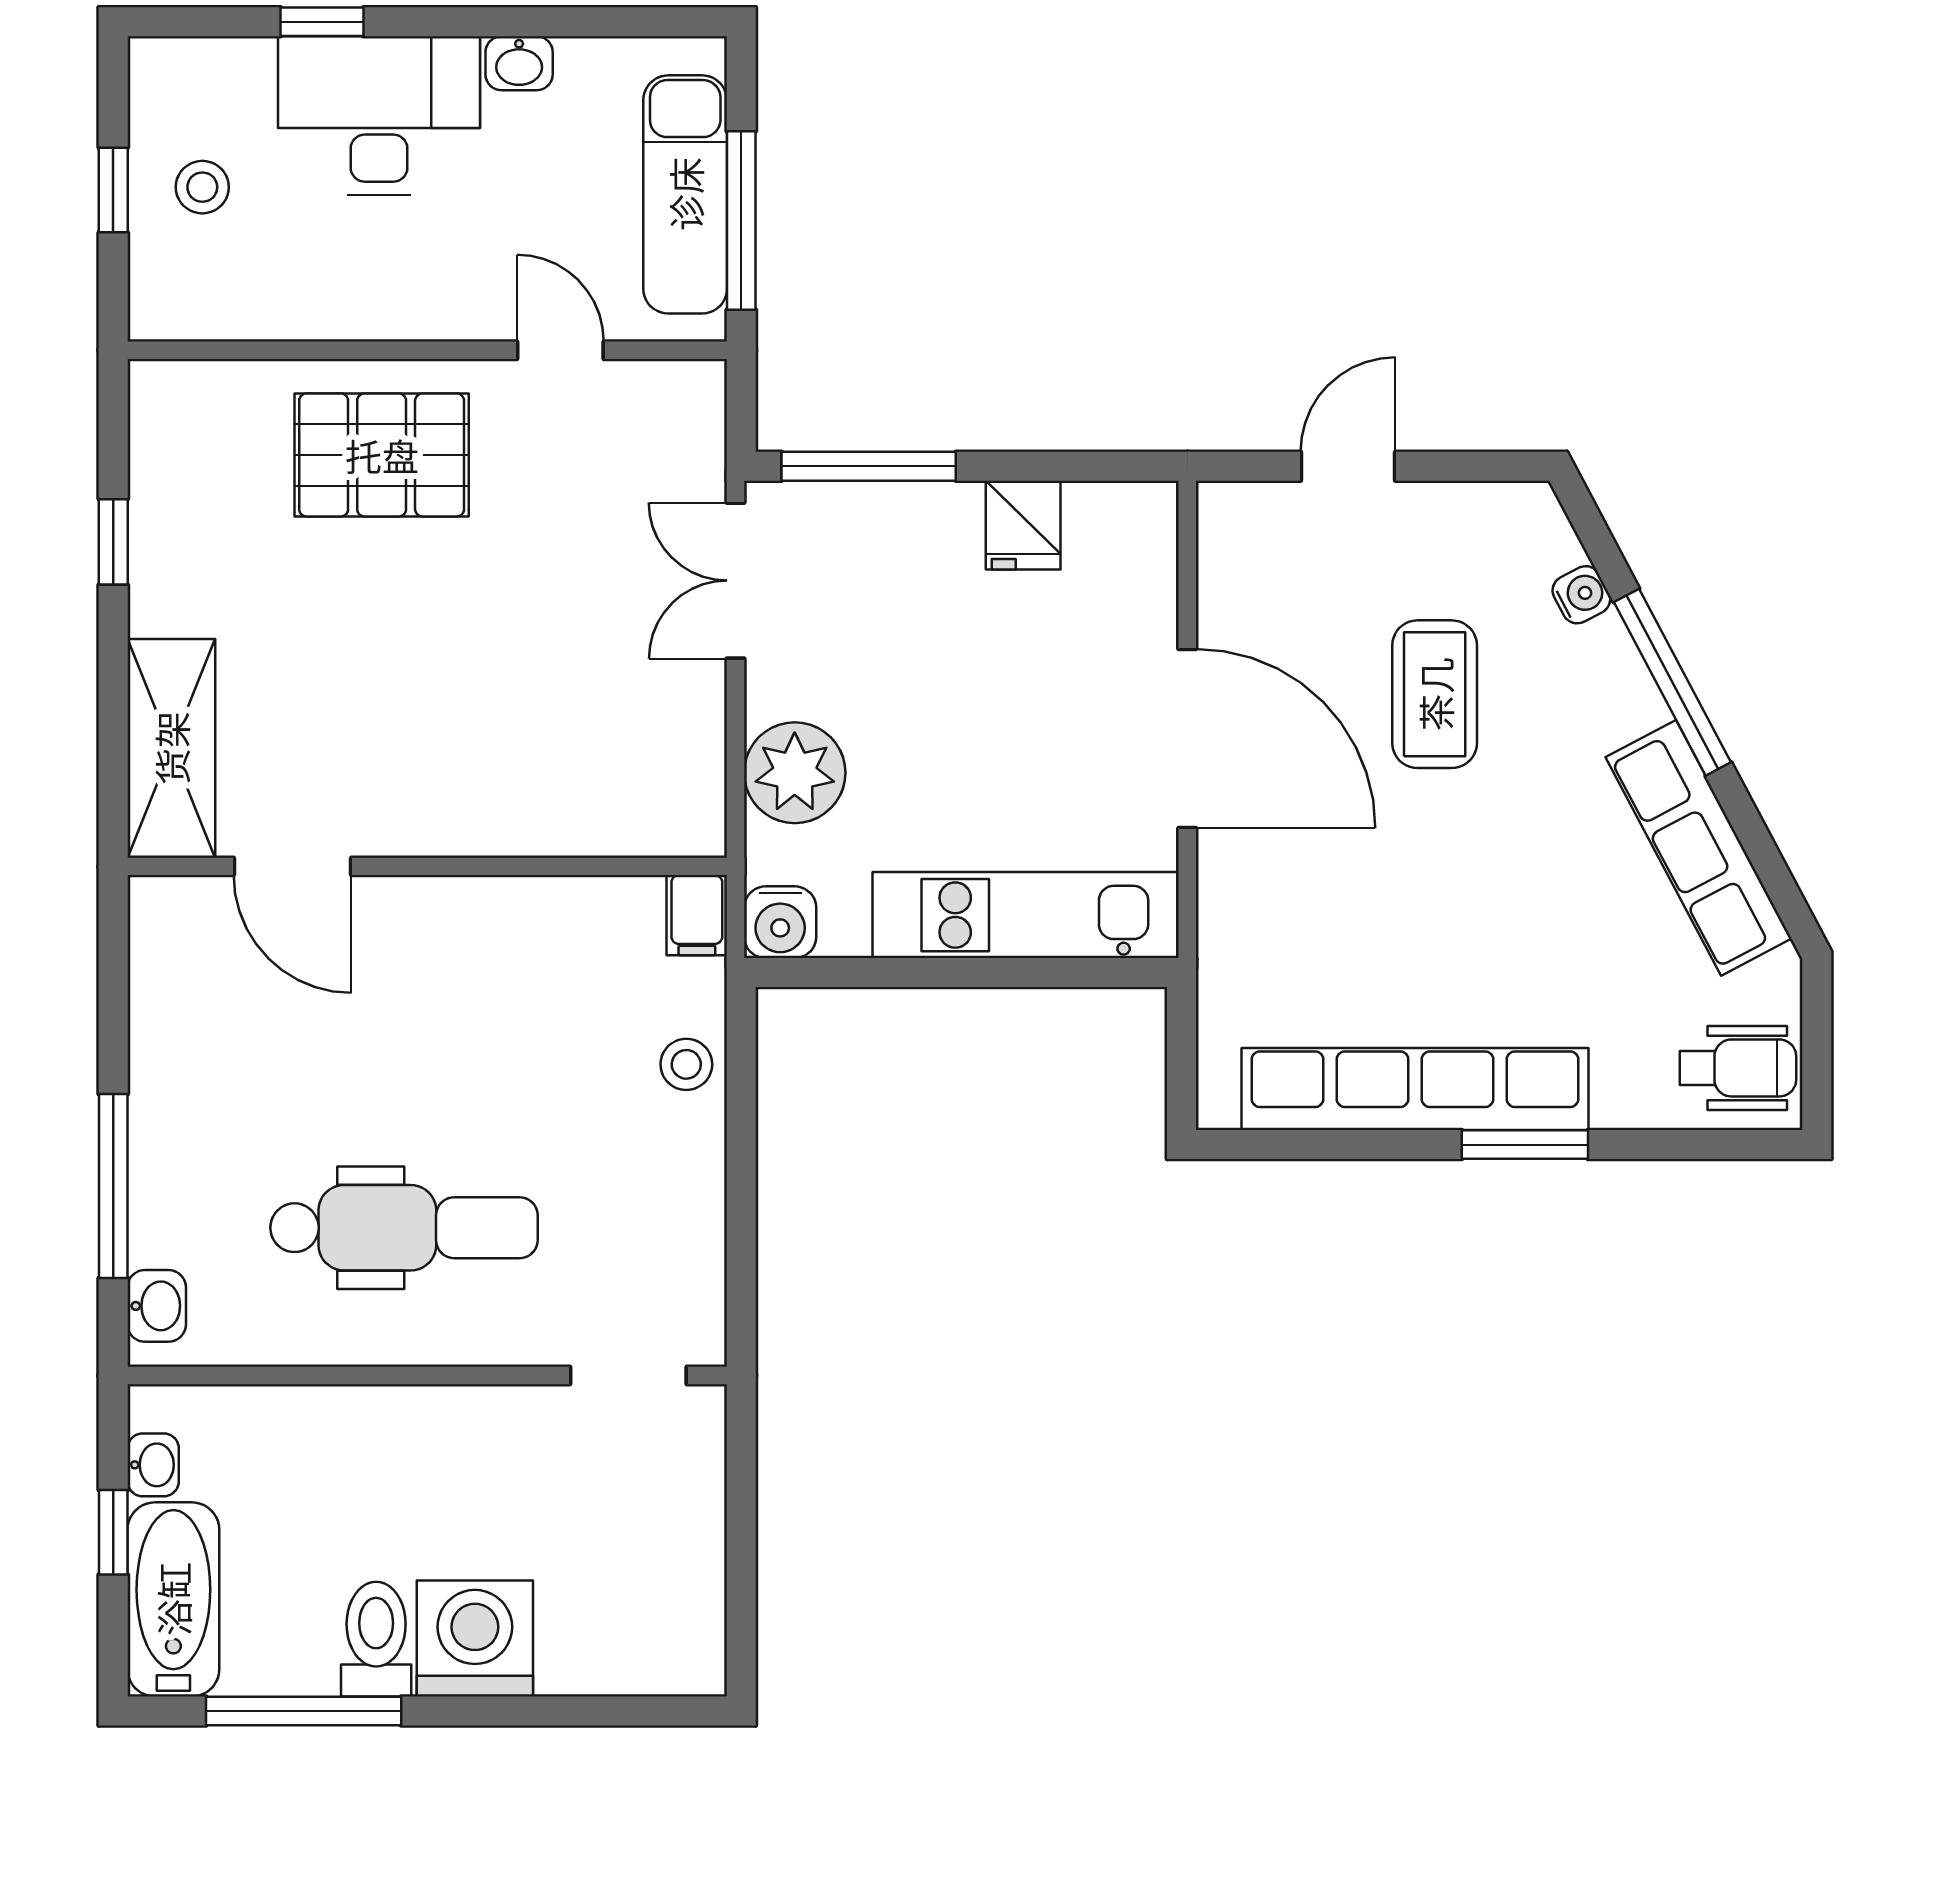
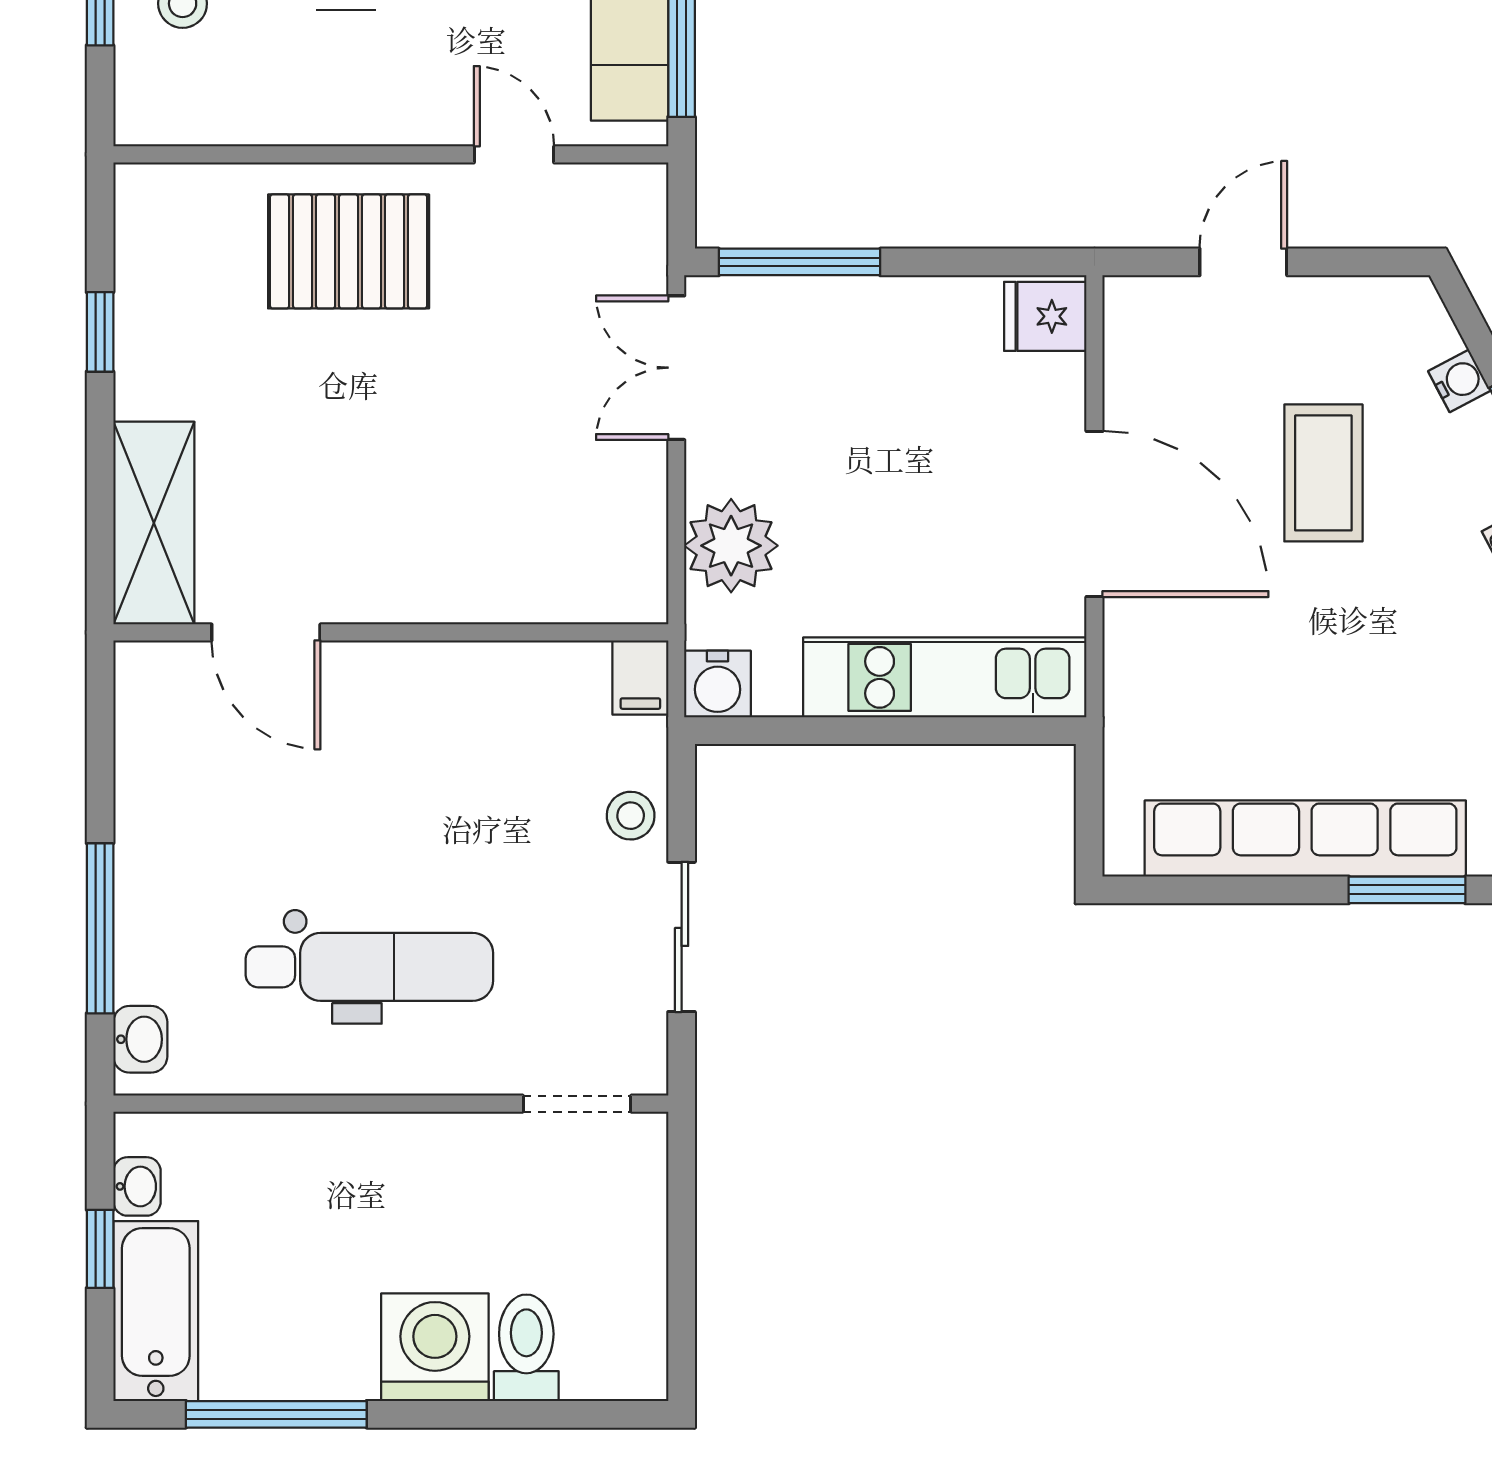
fridge: (1023, 525) -> (1045, 316), moved, turned 90
sliding door: (741, 1195) -> (682, 937), added
toilet: (376, 1639) -> (526, 1348), moved

